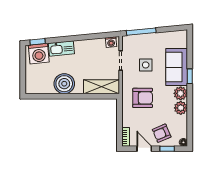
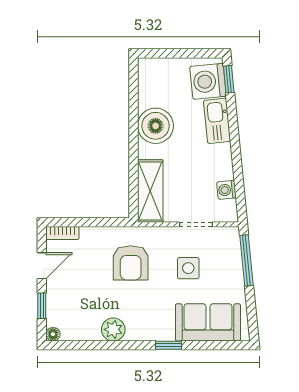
washing machine: (111, 42) -> (226, 190), moved
sofa: (177, 67) -> (208, 322), moved
plant: (181, 93) -> (139, 329), removed
armchair: (162, 133) -> (69, 296), removed

